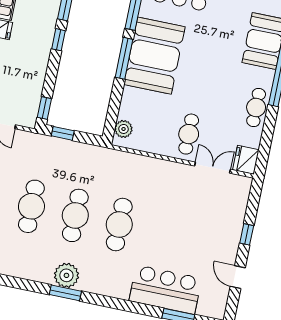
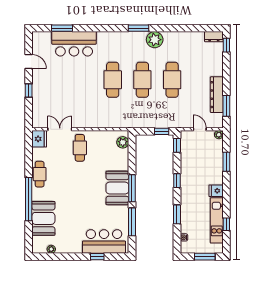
window: (58, 40) -> (177, 181), moved
booth: (154, 56) -> (117, 188), width x0.73, depth x0.70
double door: (213, 168) -> (60, 129), swing flipped
plant: (66, 275) -> (155, 40), moved

